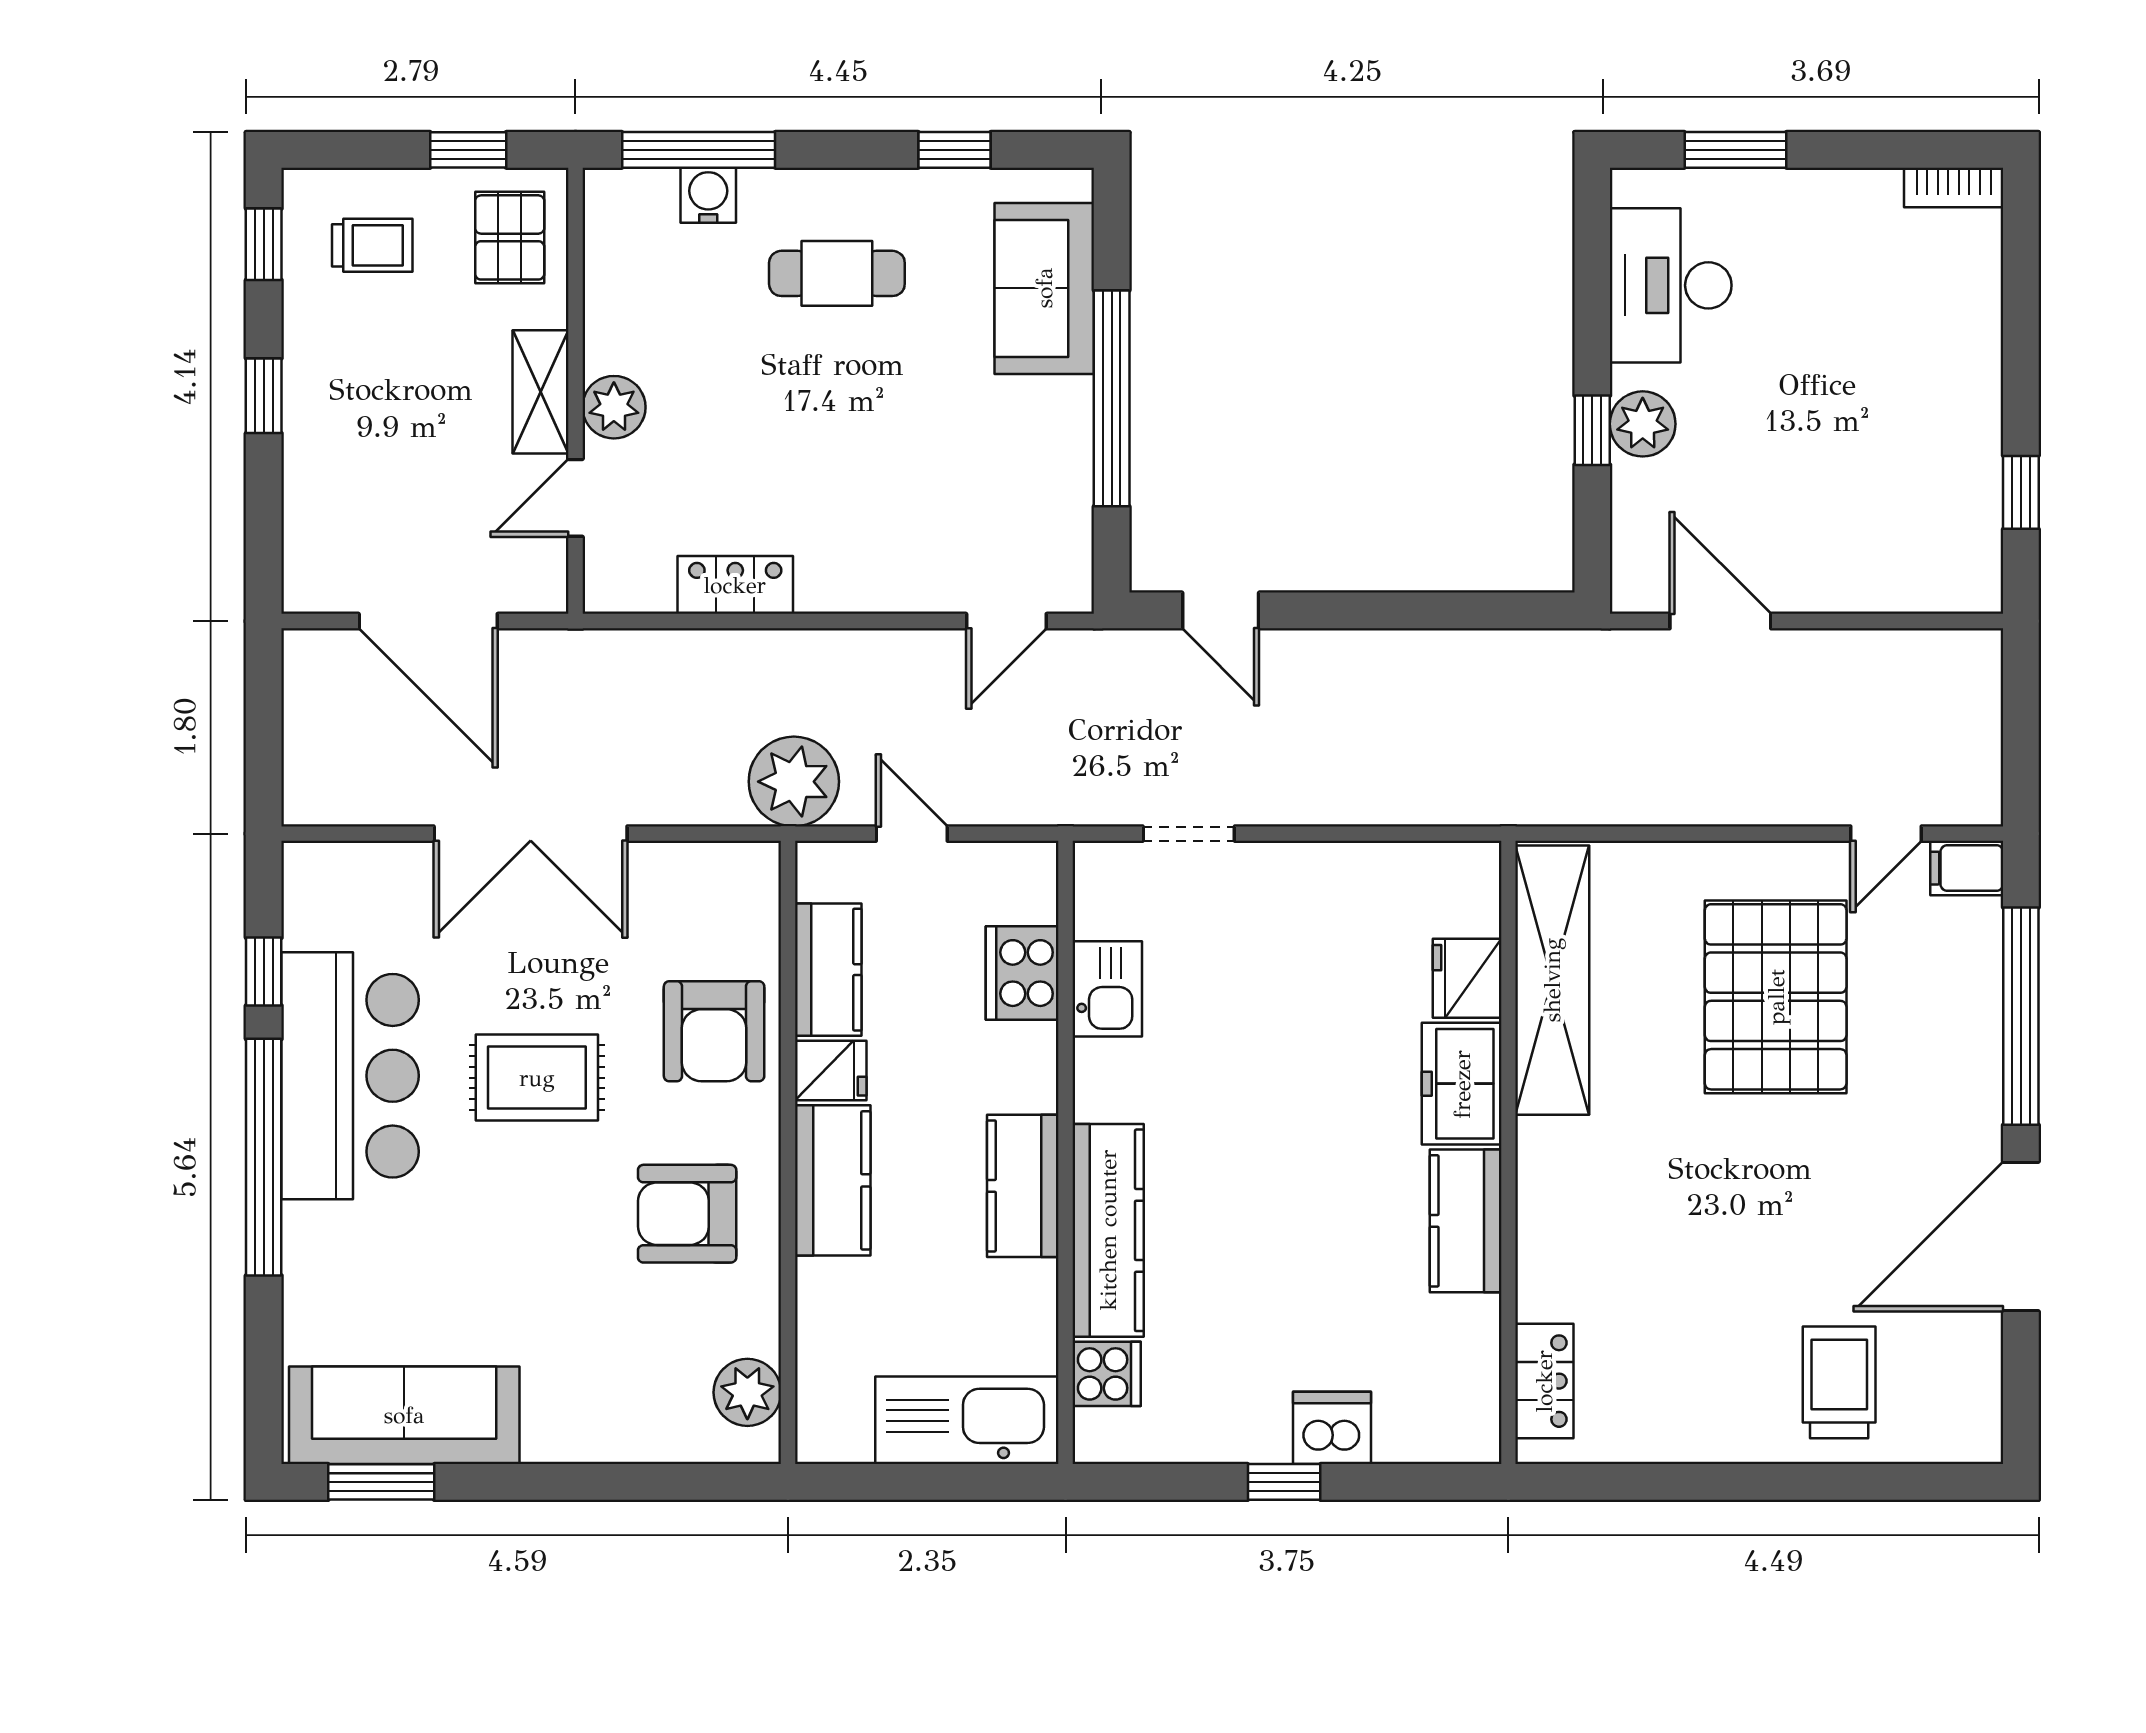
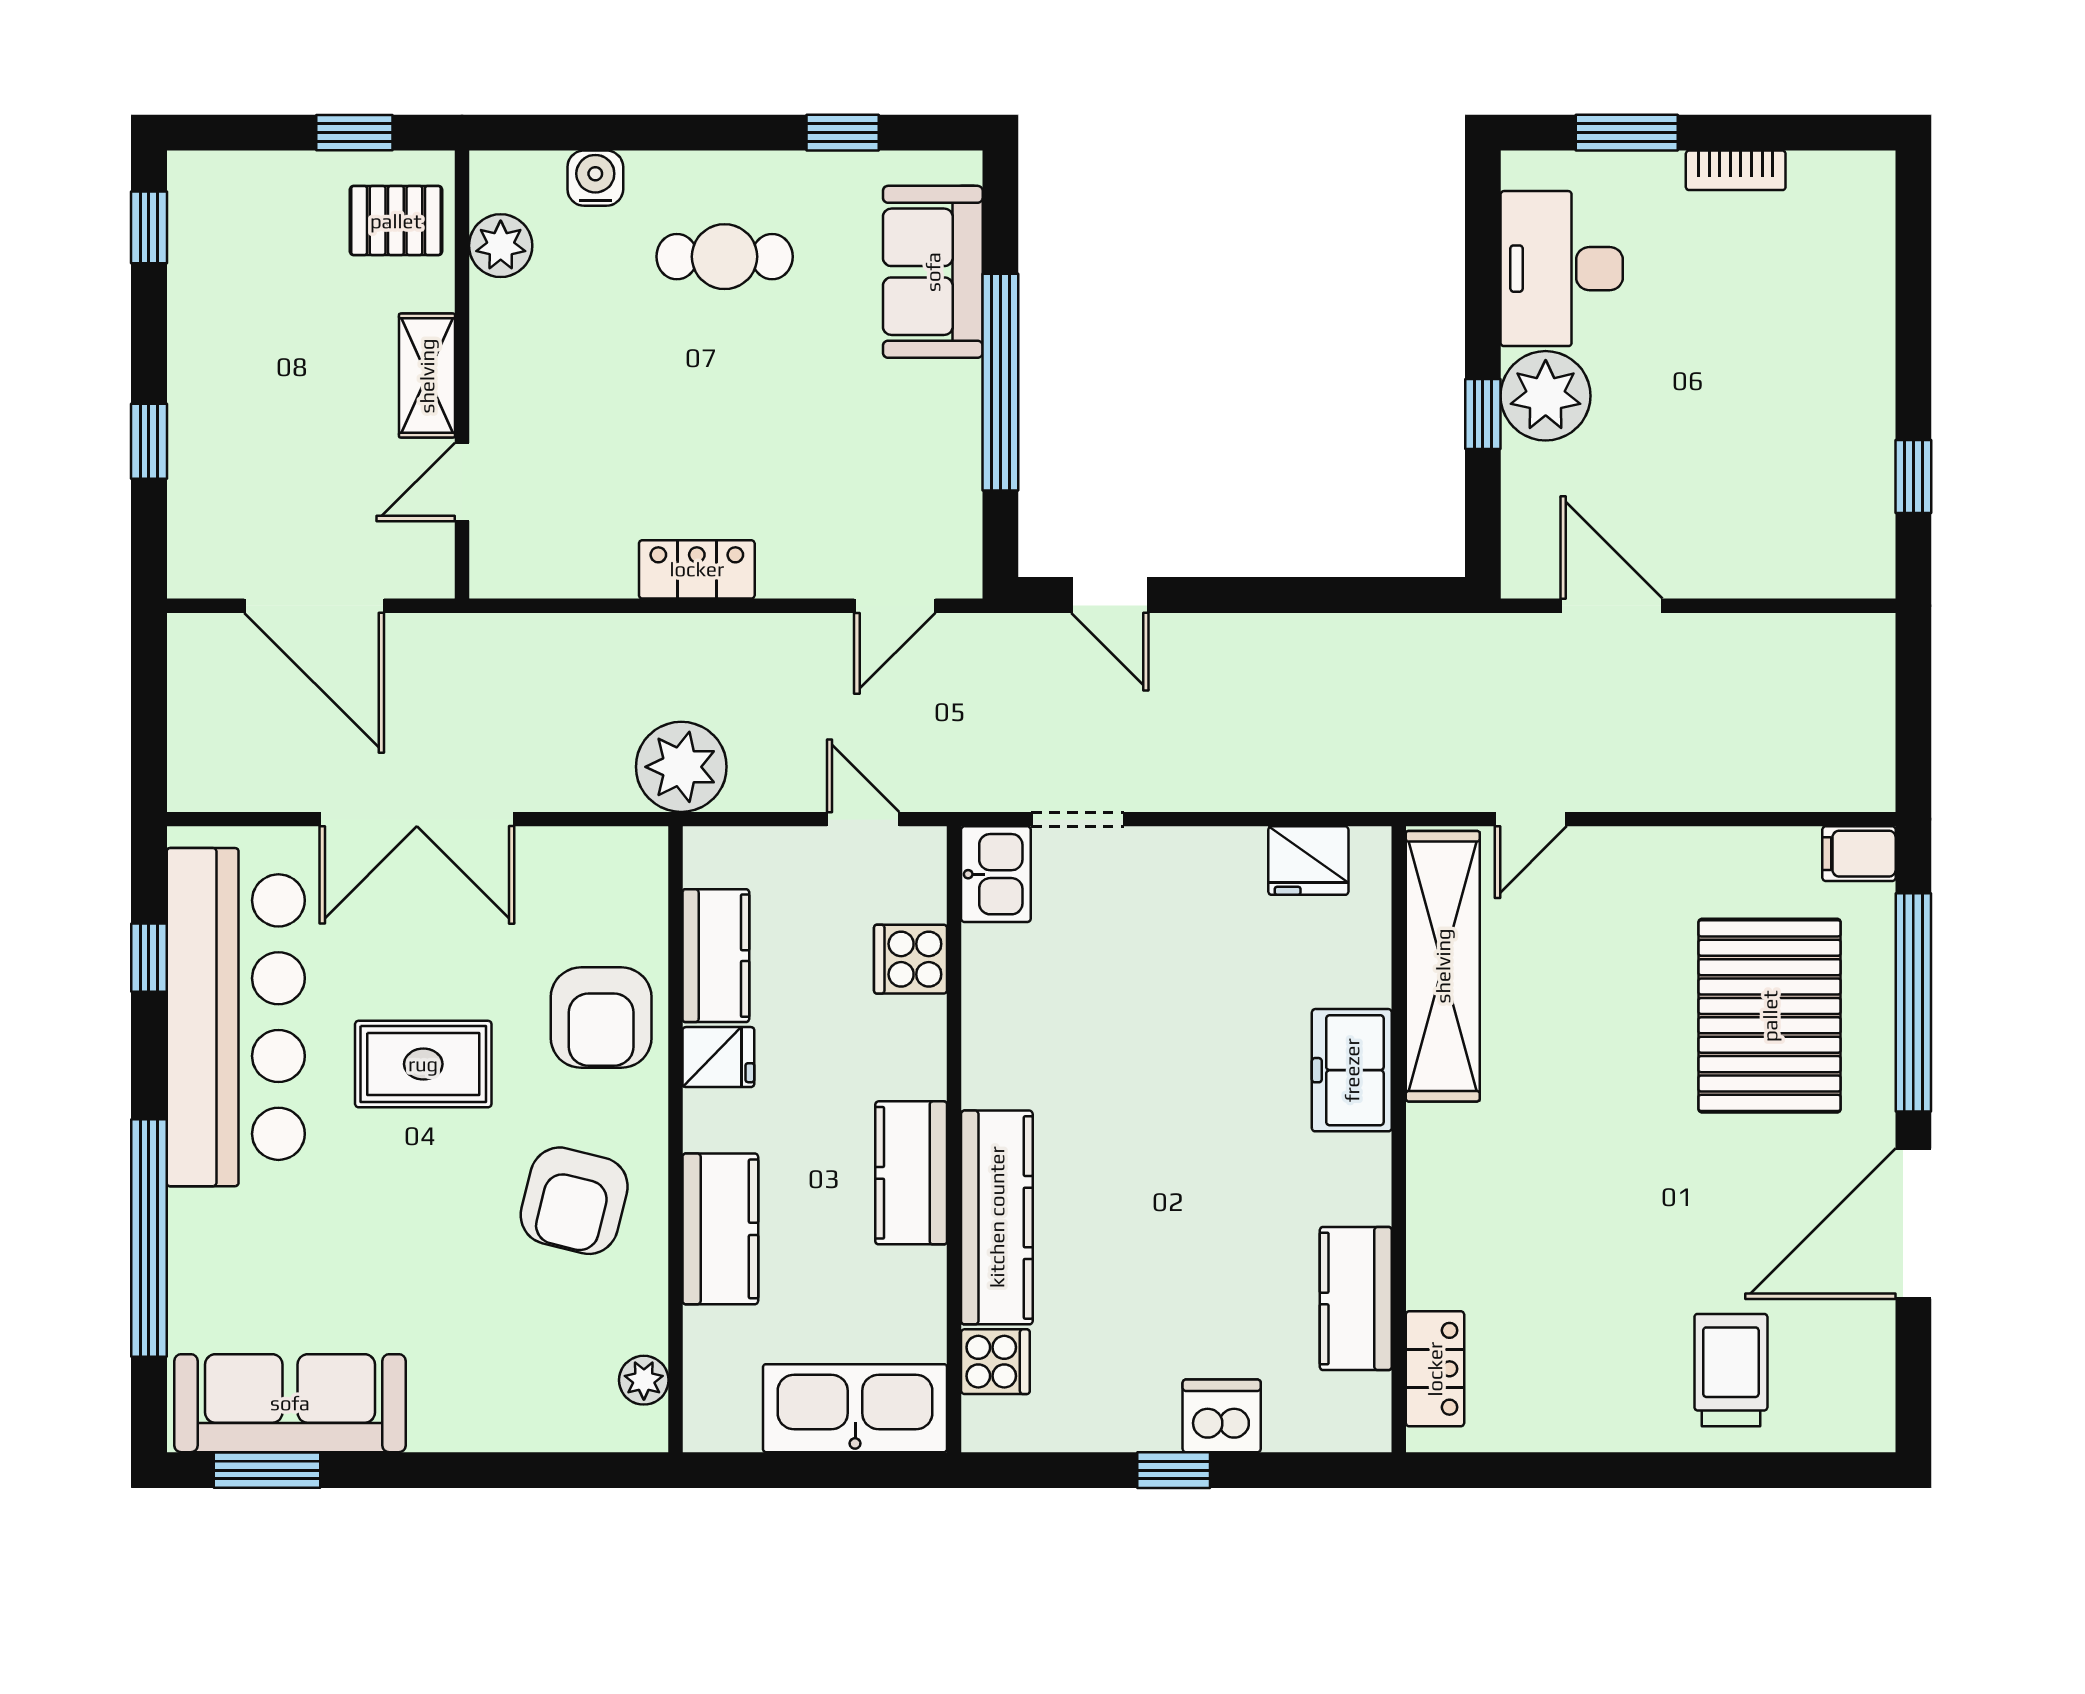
window: (699, 150) -> (586, 133), removed
bookcase: (1954, 187) -> (1736, 170), moved
pallet: (510, 237) -> (396, 221), turned 90
trolley: (372, 245) -> (258, 228), removed
window: (264, 396) -> (149, 441), moved
plant: (614, 407) -> (501, 246), moved
plant: (1643, 424) -> (1546, 396), width x1.36, depth x1.36
locker: (735, 585) -> (697, 569), moved
door: (912, 834) -> (863, 819), moved
door: (1886, 834) -> (1531, 819), moved
cooker: (1022, 973) -> (911, 959), width x0.73
fridge: (1467, 978) -> (1308, 861), moved, turned -90
kitchen sink: (1107, 989) -> (996, 874), moved
pallet: (1776, 997) -> (1770, 1016), moved
bar counter: (350, 1076) -> (236, 1017), width x1.36
window: (264, 1157) -> (149, 1238), moved
kitchen counter: (833, 1180) -> (720, 1229), moved
armchair: (687, 1214) -> (574, 1201), turned -76
kitchen counter: (1466, 1221) -> (1356, 1299), moved
plant: (747, 1392) -> (644, 1380), width x0.73, depth x0.73

